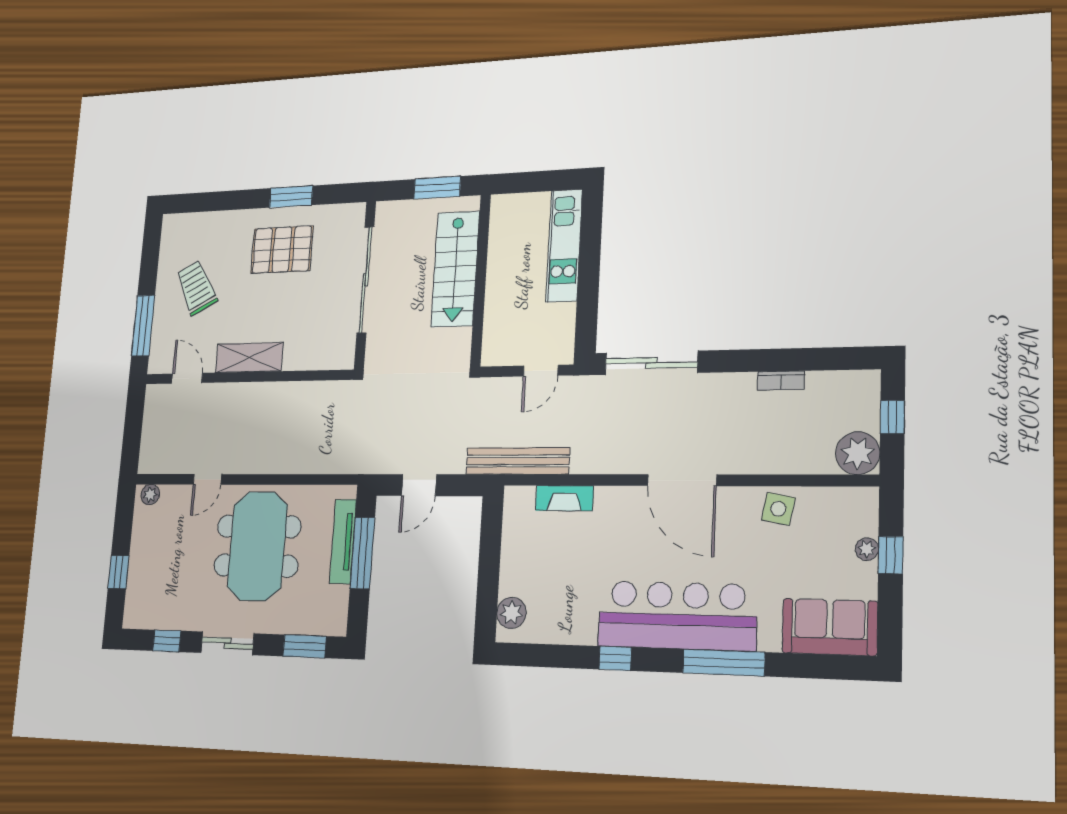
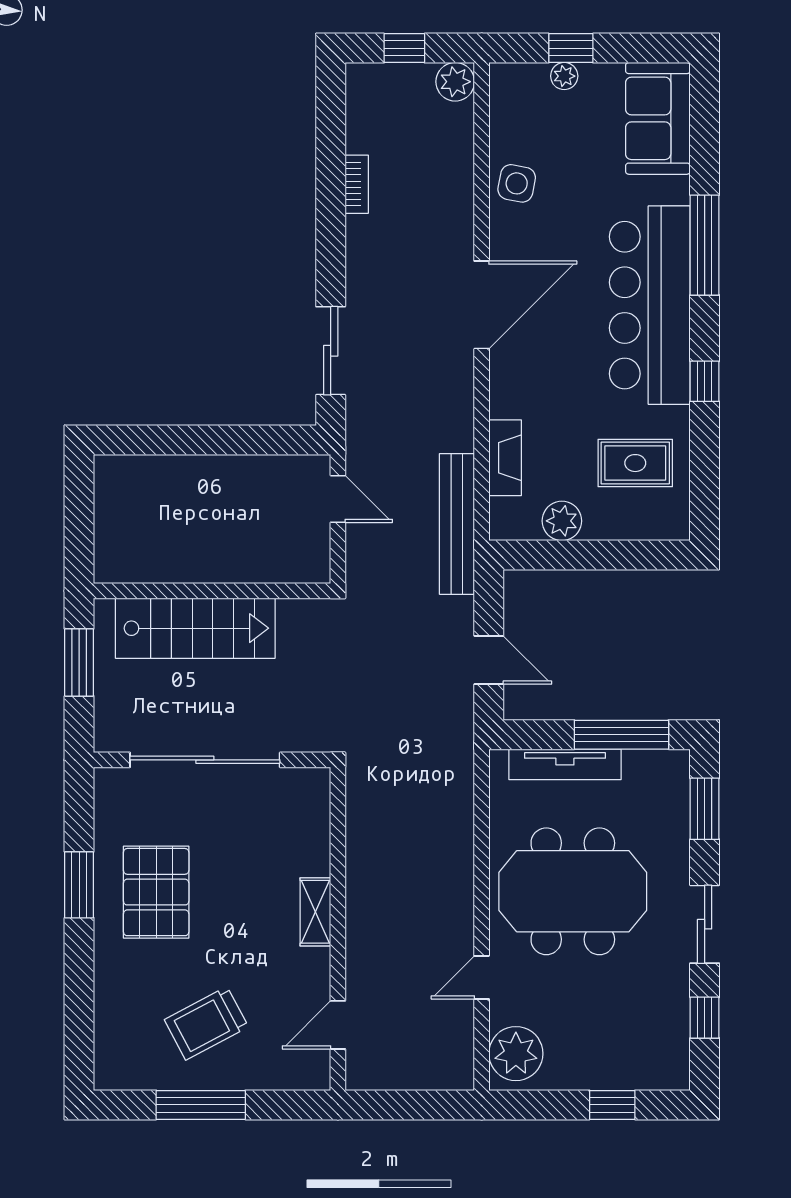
kitchen unit: (564, 246) -> (170, 476), removed
window: (143, 326) -> (201, 1105), moved
shelving: (249, 358) -> (315, 912), width x0.67, depth x0.75
sliding door: (651, 363) -> (331, 351), width x0.73
plant: (858, 453) -> (455, 82), width x0.73, depth x0.73
door: (207, 479) -> (482, 977), swing flipped
plant: (150, 495) -> (516, 1054), width x1.87, depth x1.87
window: (362, 553) -> (621, 735), moved
rug: (555, 600) -> (635, 463), added
plant: (511, 613) -> (562, 521), moved

